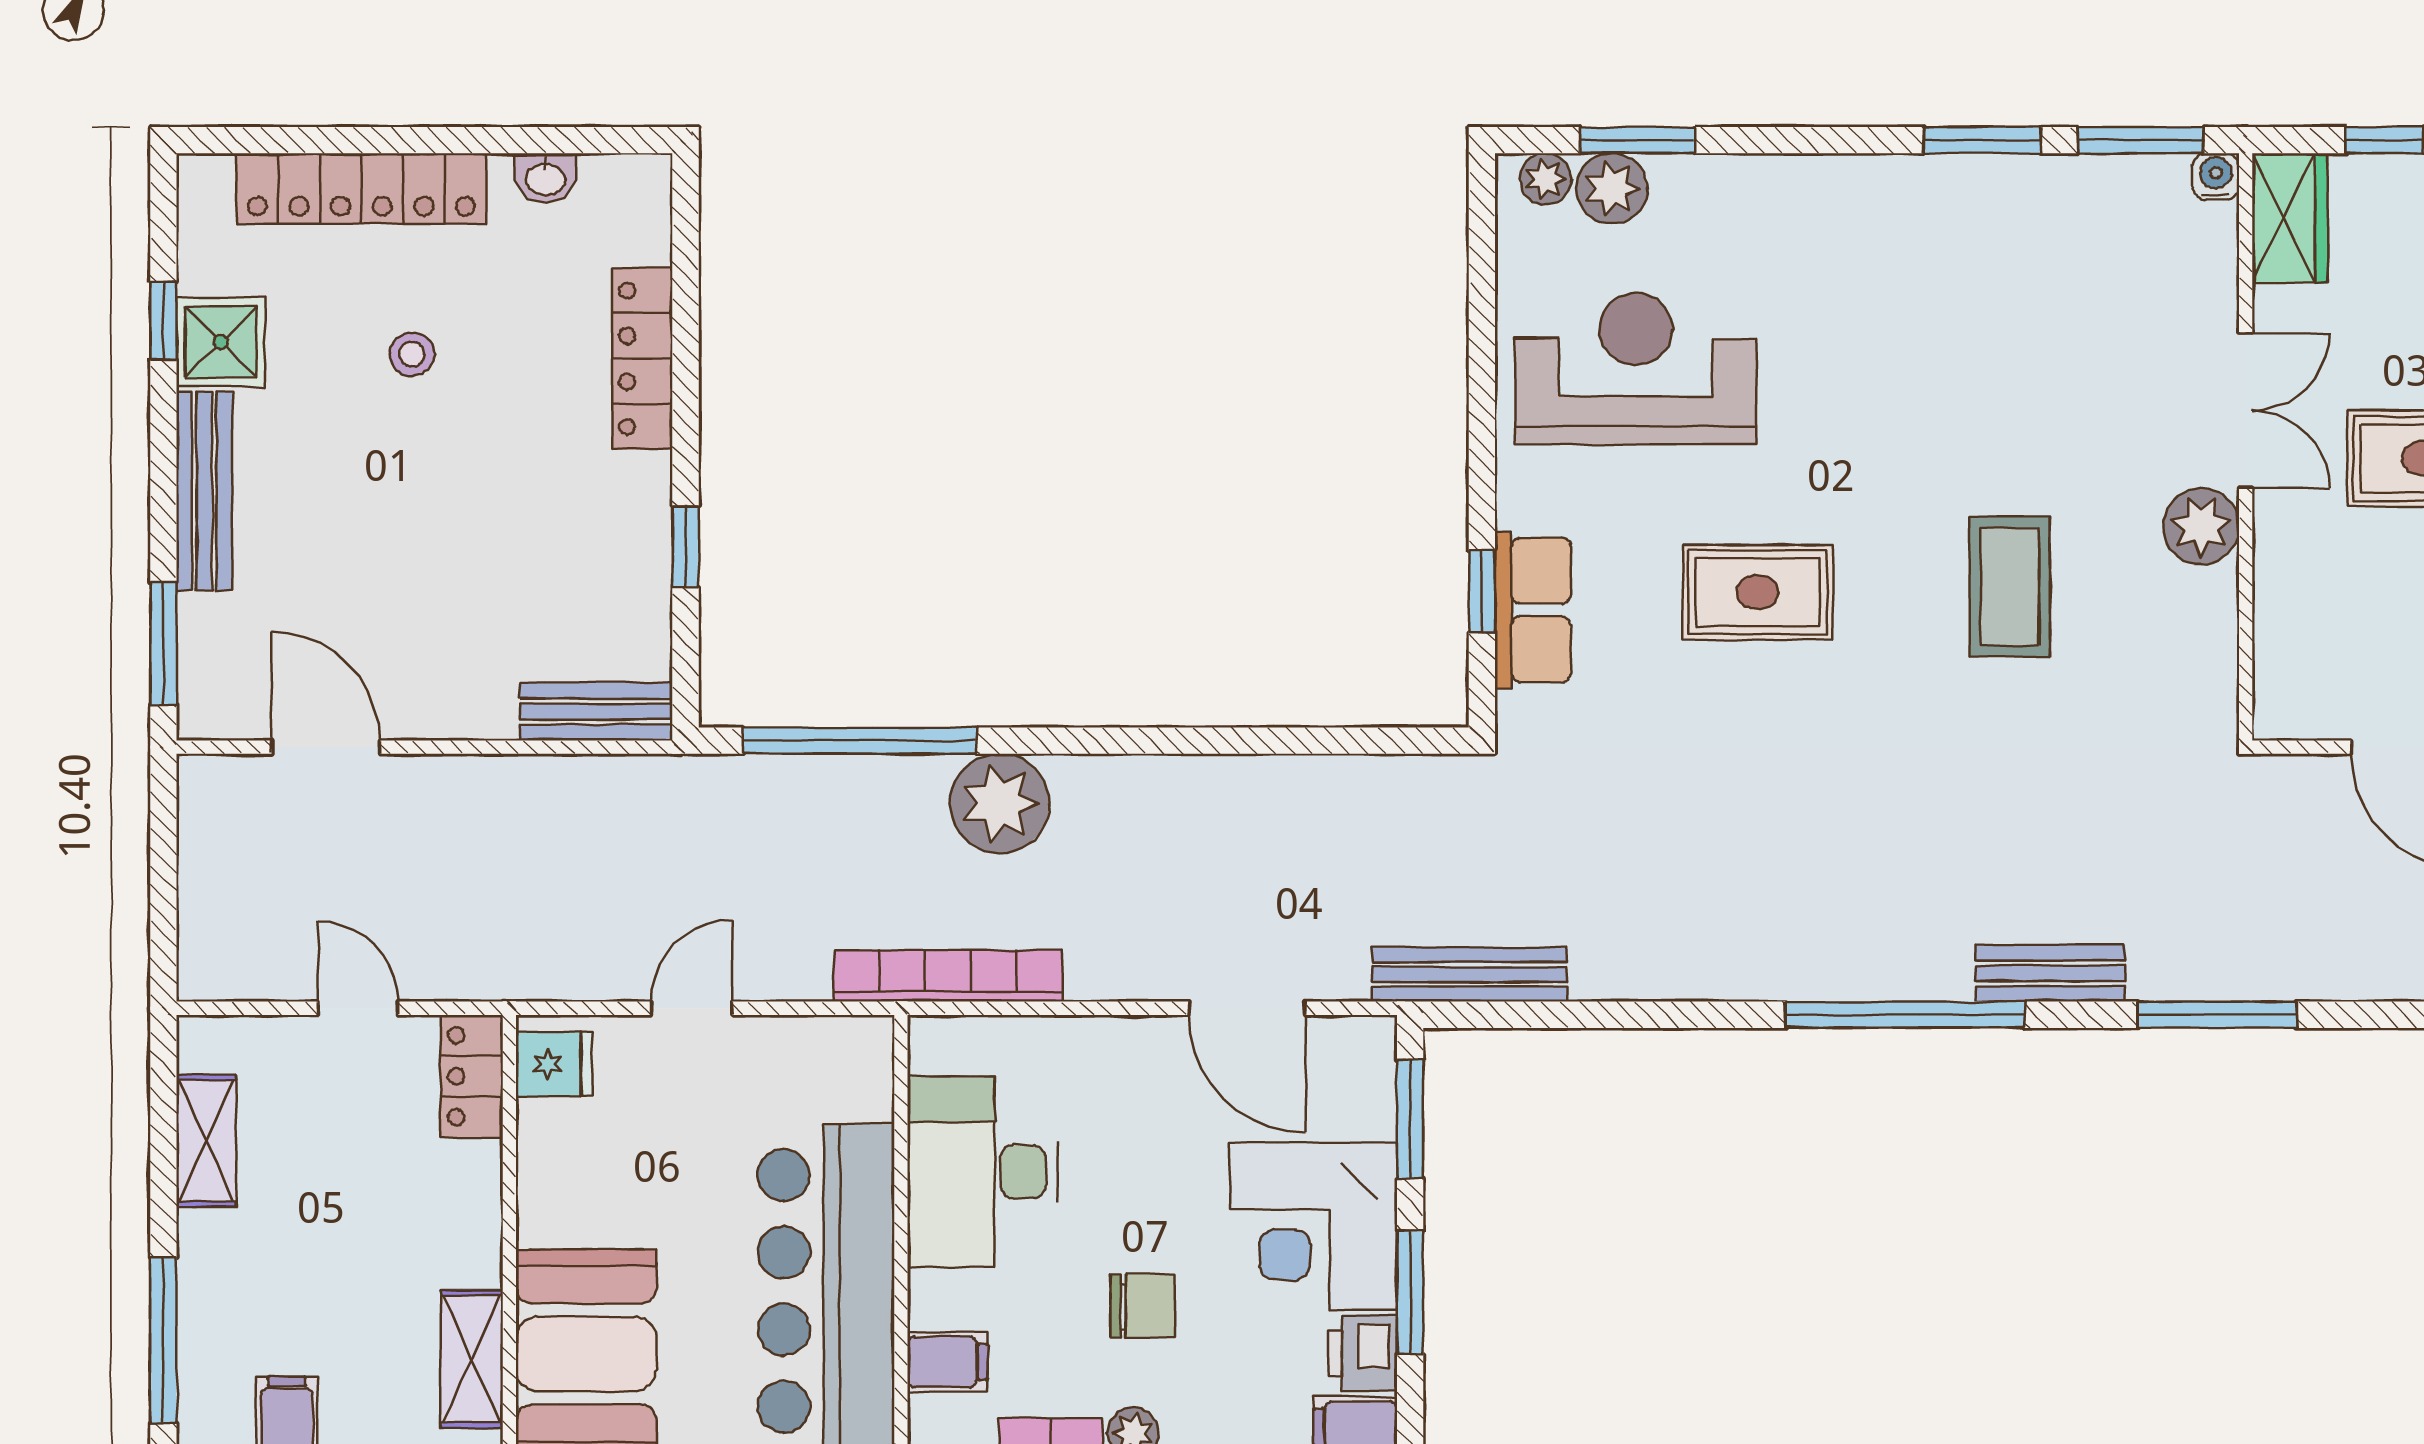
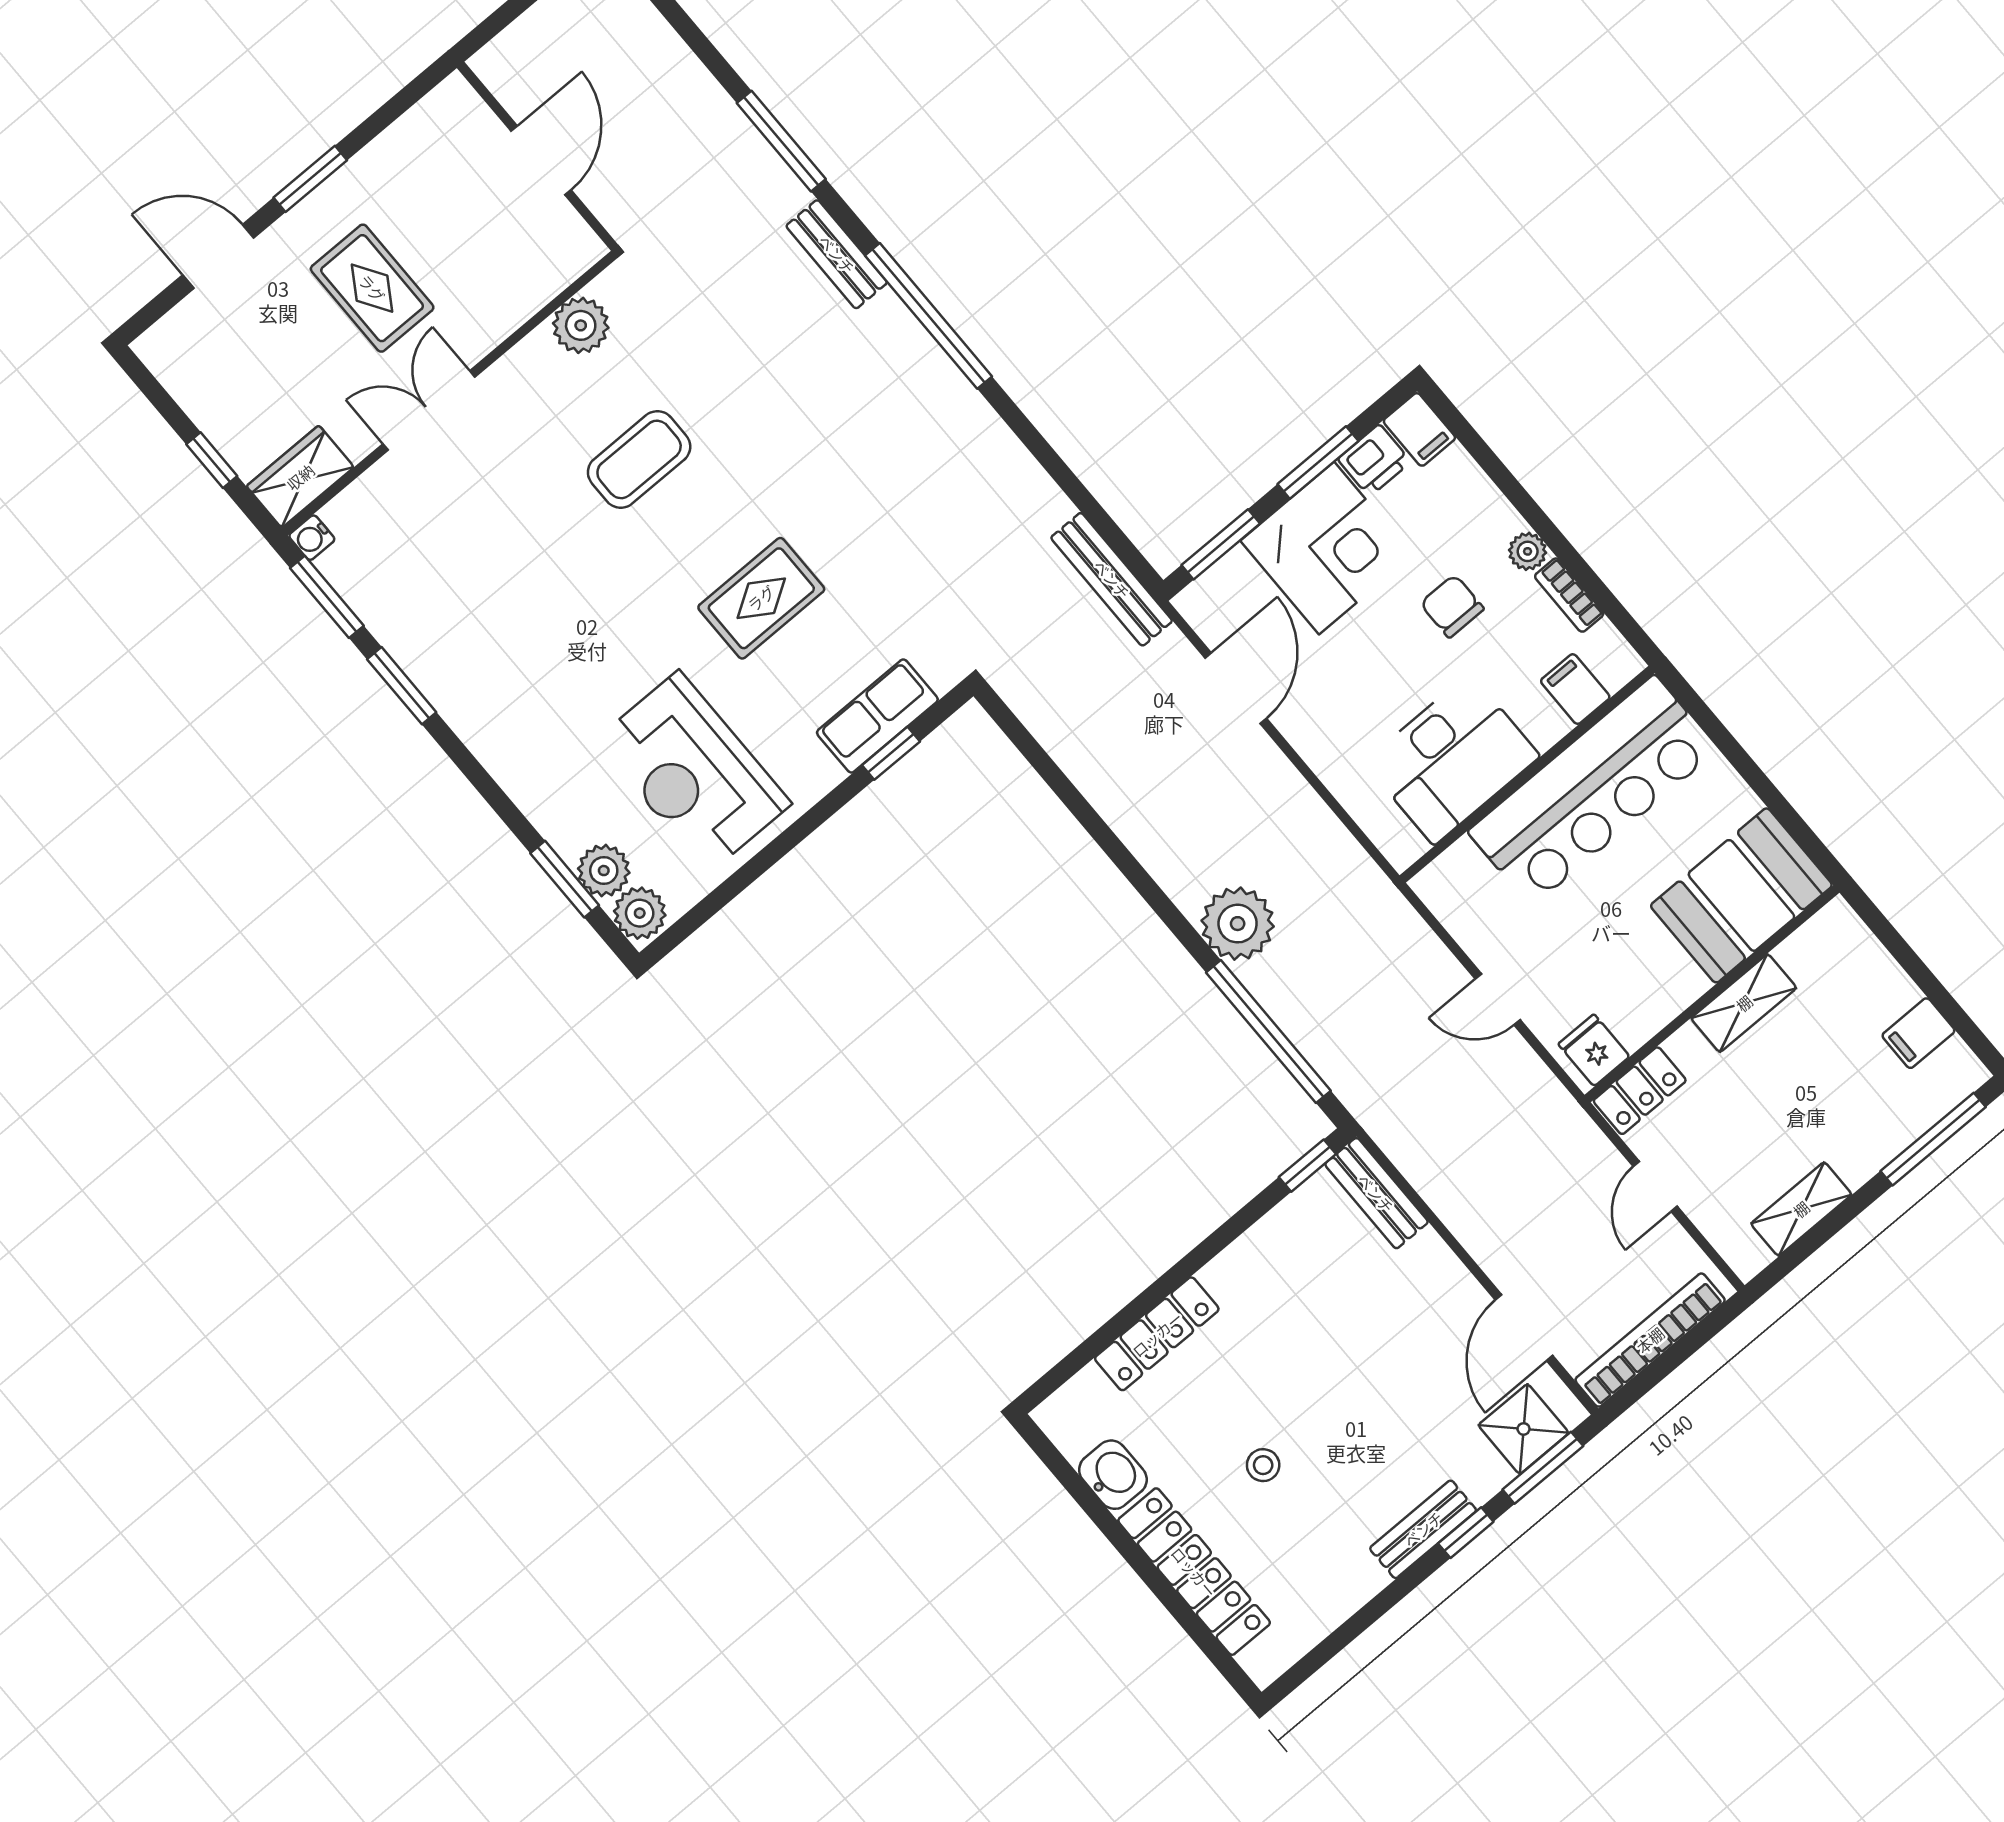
washbasin: (546, 178) -> (1113, 1475), width x1.38, depth x1.45
plant: (1545, 179) -> (640, 913), width x1.38, depth x1.38
window: (163, 321) -> (1466, 1533), moved
shower: (221, 342) -> (1524, 1429), moved
bench: (204, 491) -> (1423, 1529), width x0.73
plant: (2201, 526) -> (581, 325), moved
window: (686, 546) -> (1307, 1166), moved
rug: (1758, 592) -> (761, 598), turned 90
bookcase: (948, 976) -> (1650, 1340), moved, turned 90
shelving: (472, 1359) -> (1744, 1003), moved

